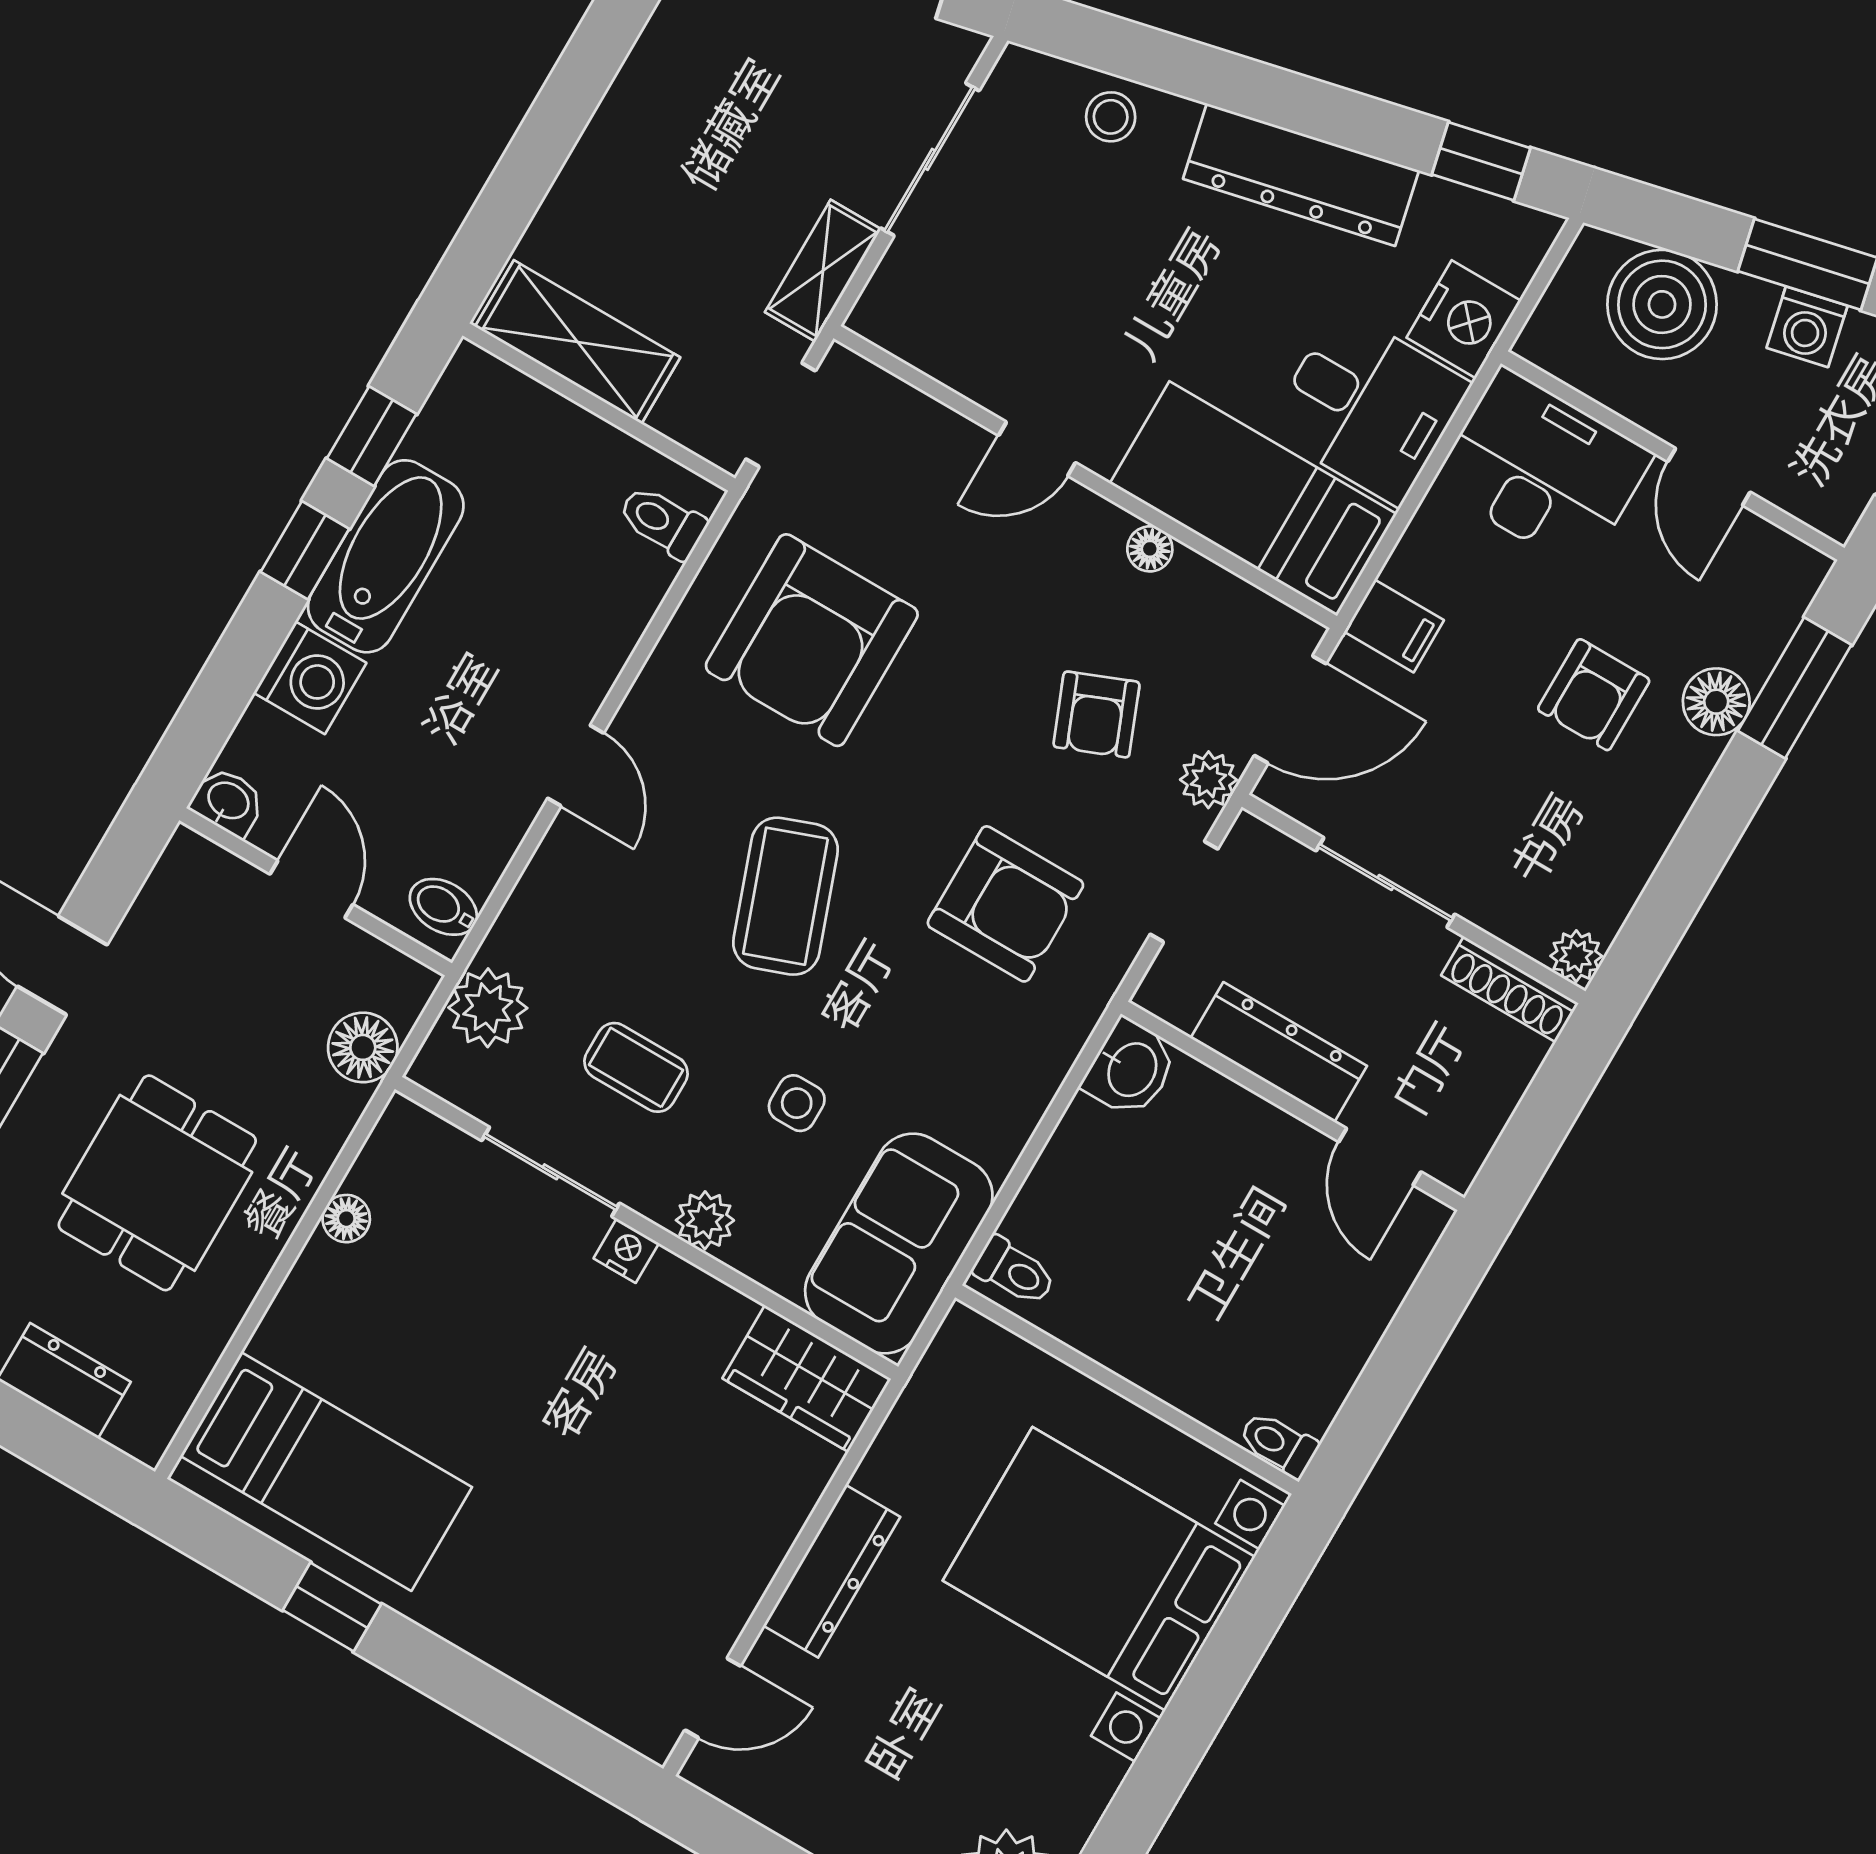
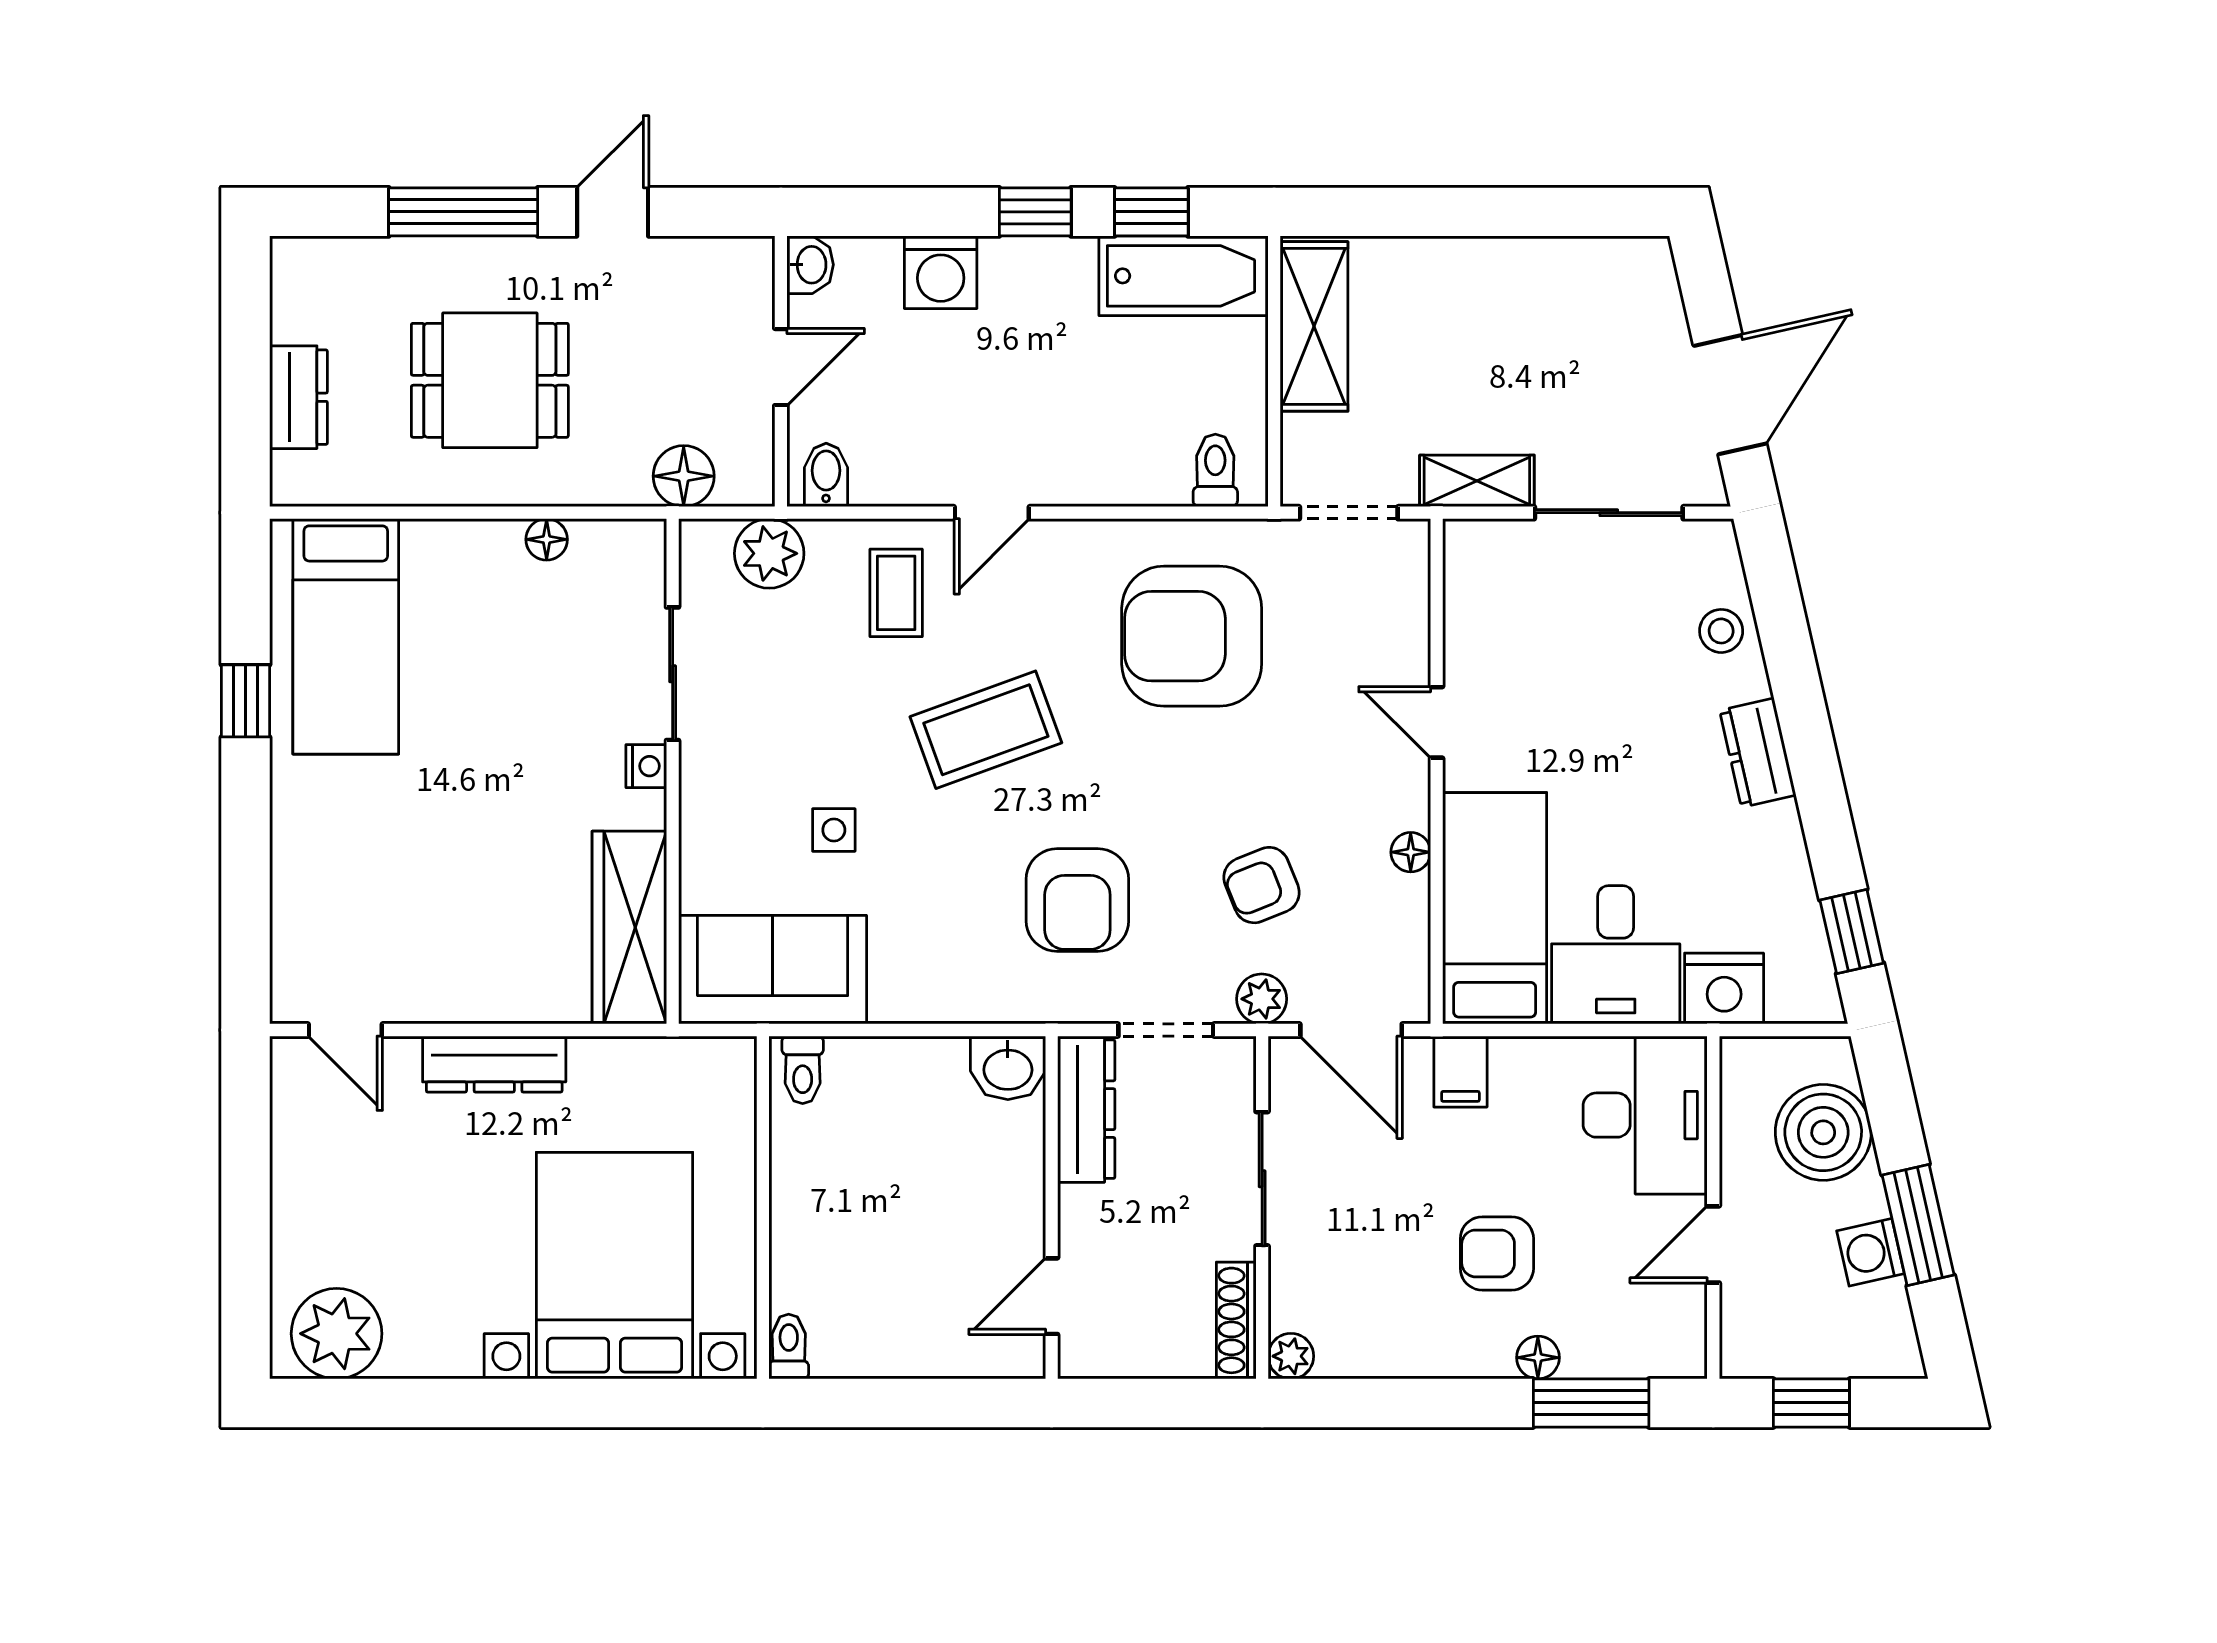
dresser: (1301, 175) -> (1758, 753), width x0.51, depth x0.80
bathtub: (386, 556) -> (1184, 276), moved
floor lamp: (1716, 702) -> (1538, 1358), width x0.73, depth x0.73
dresser: (1279, 1052) -> (1086, 1109), moved
coffee table: (636, 1067) -> (896, 593), moved
plant: (705, 1220) -> (704, 812), removed
wardrobe: (807, 1379) -> (629, 928), width x1.50

